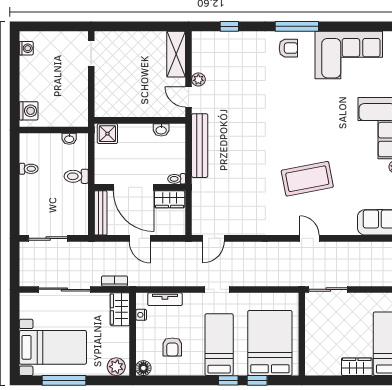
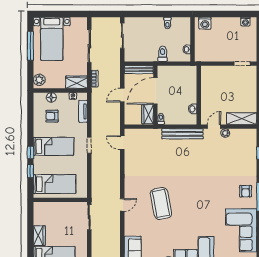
shower: (107, 134) -> (190, 74), removed
bed: (270, 343) -> (55, 184), width x0.67
floor lamp: (143, 368) -> (51, 97), moved

